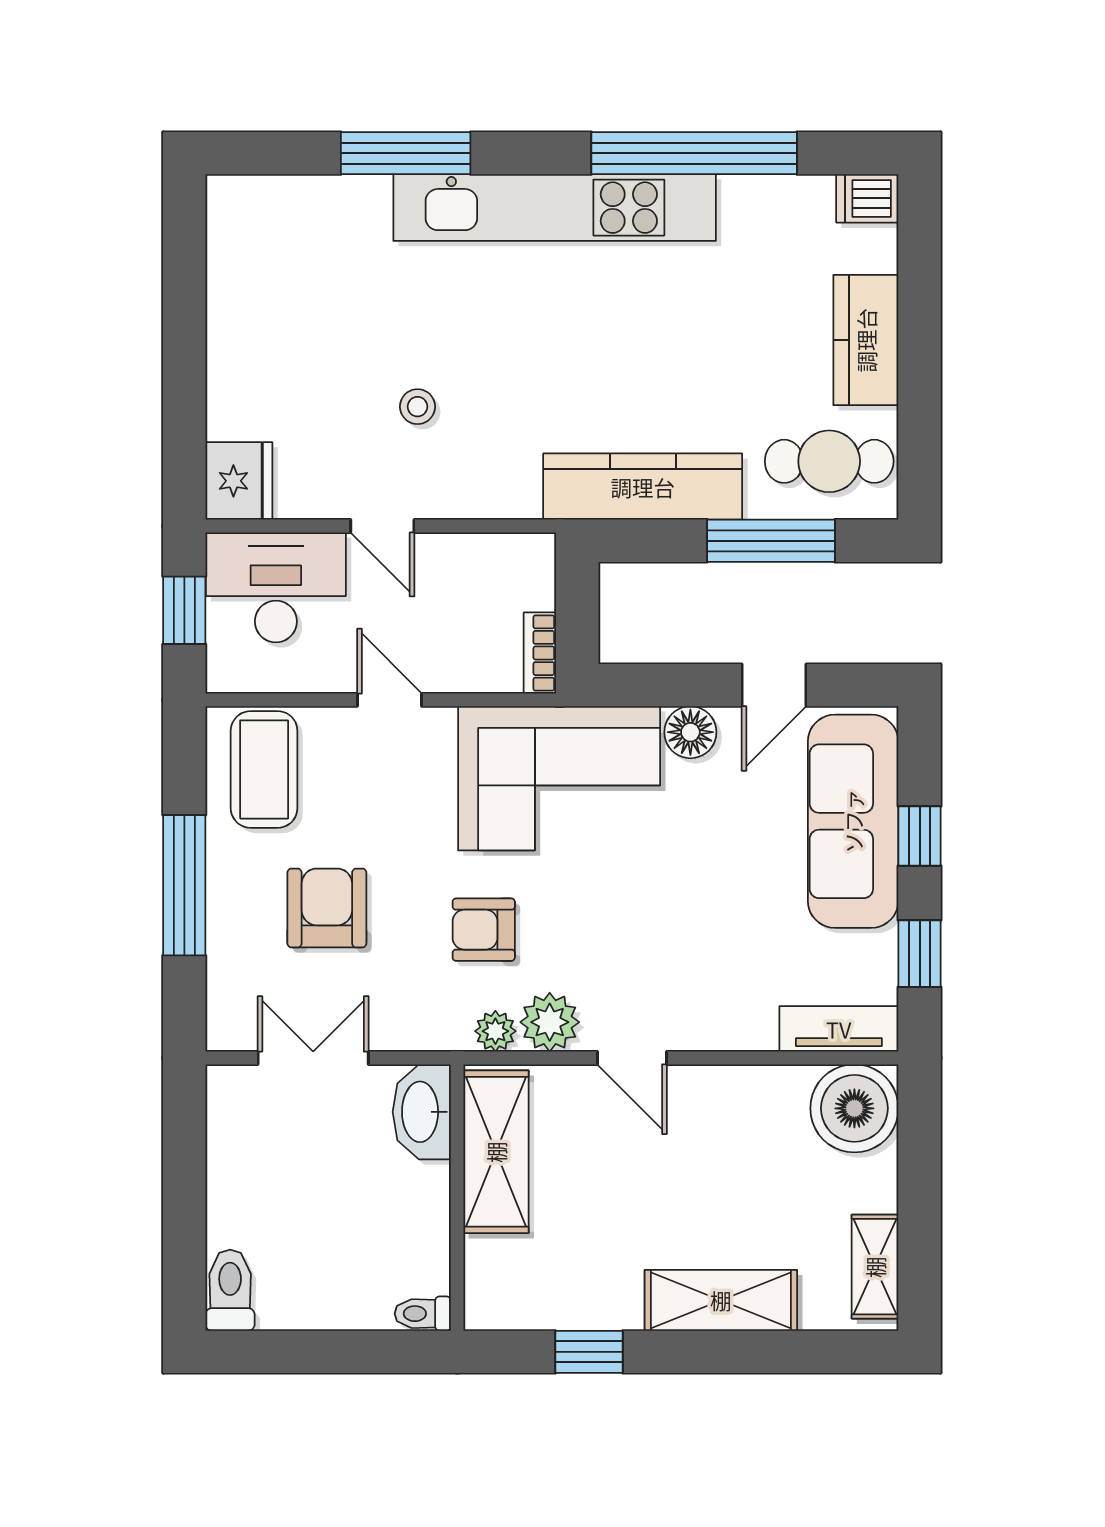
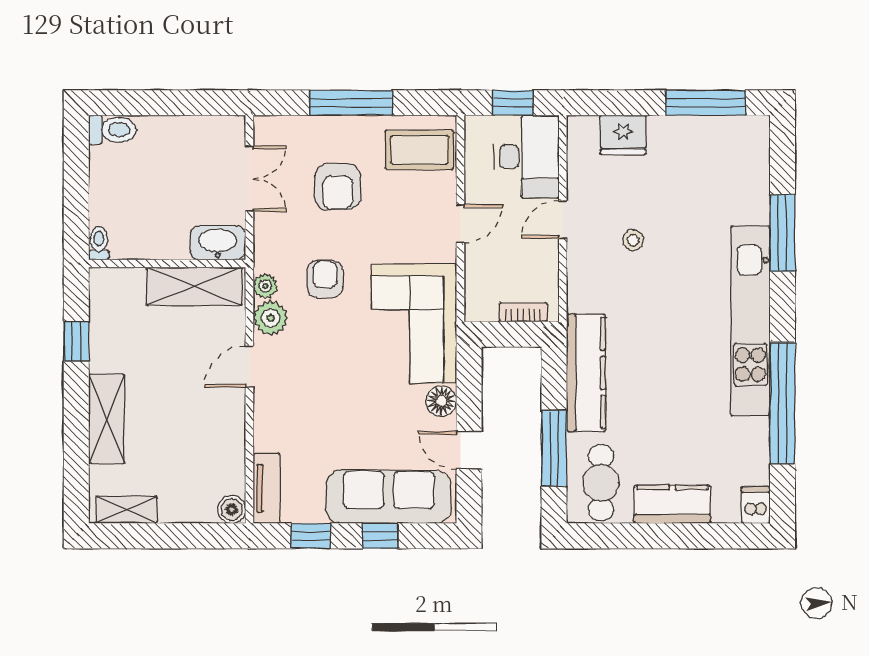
window: (184, 283) -> (706, 103), added
fridge: (239, 481) -> (623, 135), moved
bookcase: (540, 653) -> (523, 312), moved
armchair: (327, 908) -> (338, 187), turned 90
boiler: (854, 1108) -> (232, 510), width x0.54, depth x0.54

